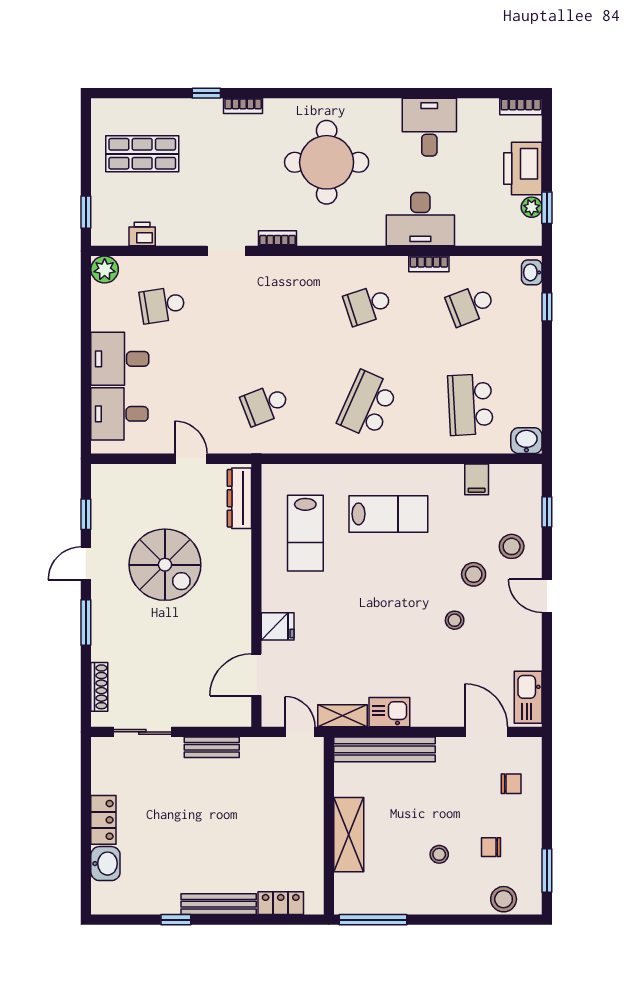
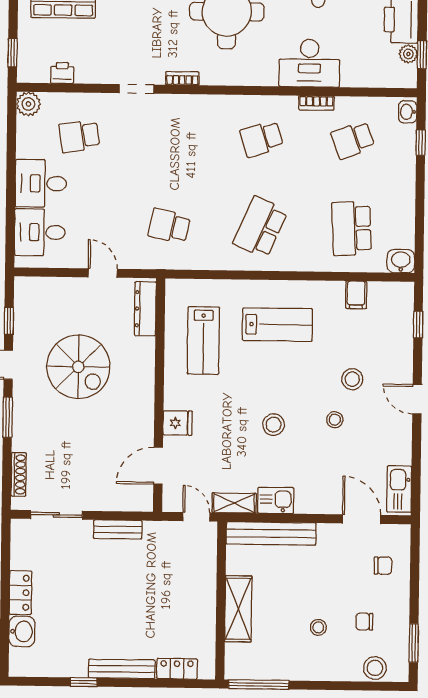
school desk: (265, 405) -> (169, 226), turned 33
stool: (512, 546) -> (274, 425), moved

